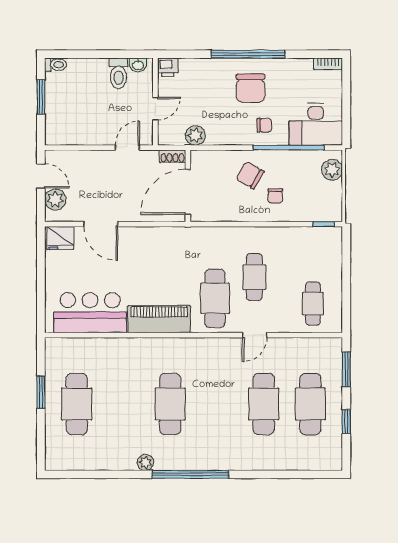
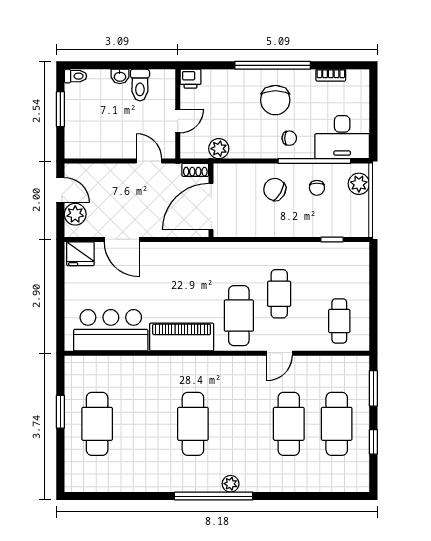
bookcase: (328, 64) -> (331, 75), moved
washbasin: (138, 65) -> (120, 76), moved
door: (127, 148) -> (149, 161), hinge flipped
chair: (275, 196) -> (317, 188), moved
window: (324, 224) -> (332, 239), moved
plant: (145, 462) -> (231, 484), moved

